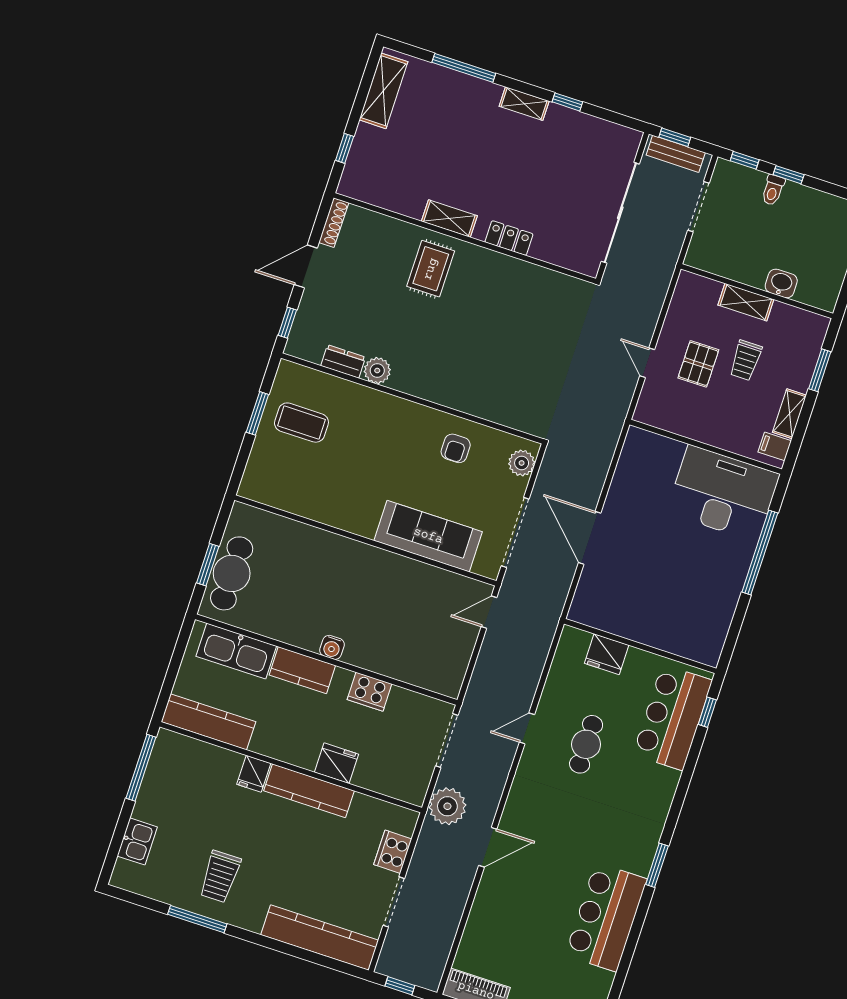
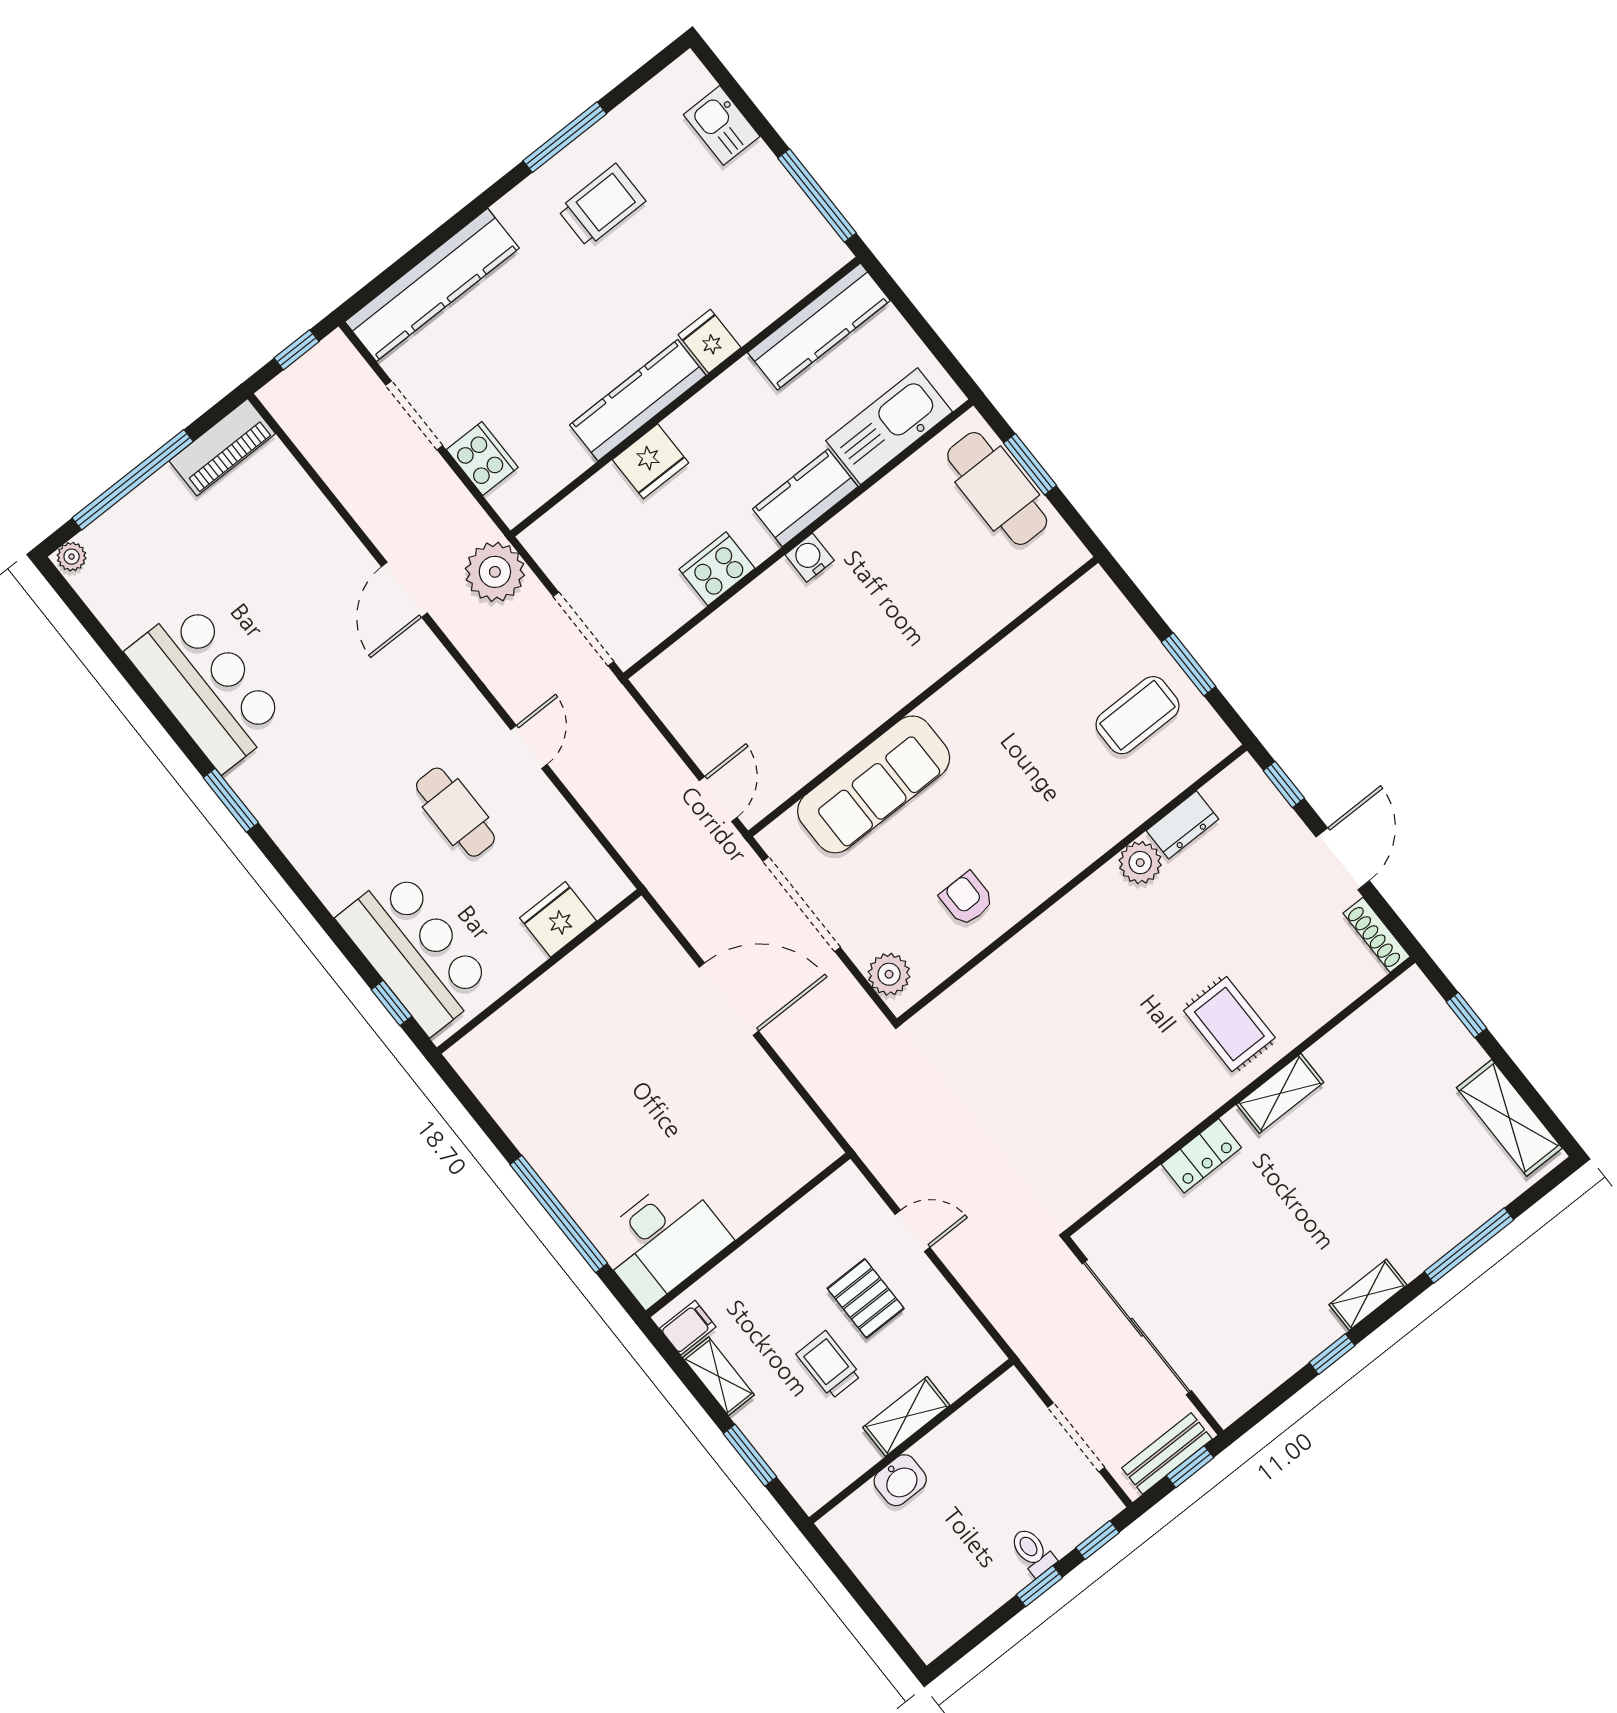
desk: (723, 493) -> (663, 1241), width x0.73, depth x0.77
trolley: (220, 877) -> (602, 205), turned 90

